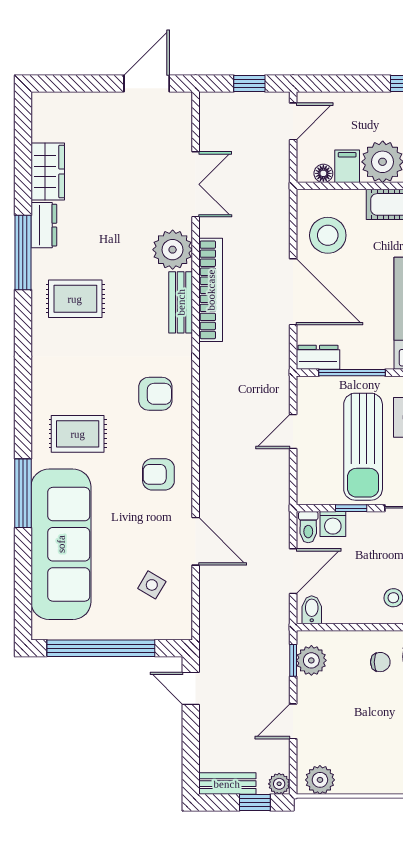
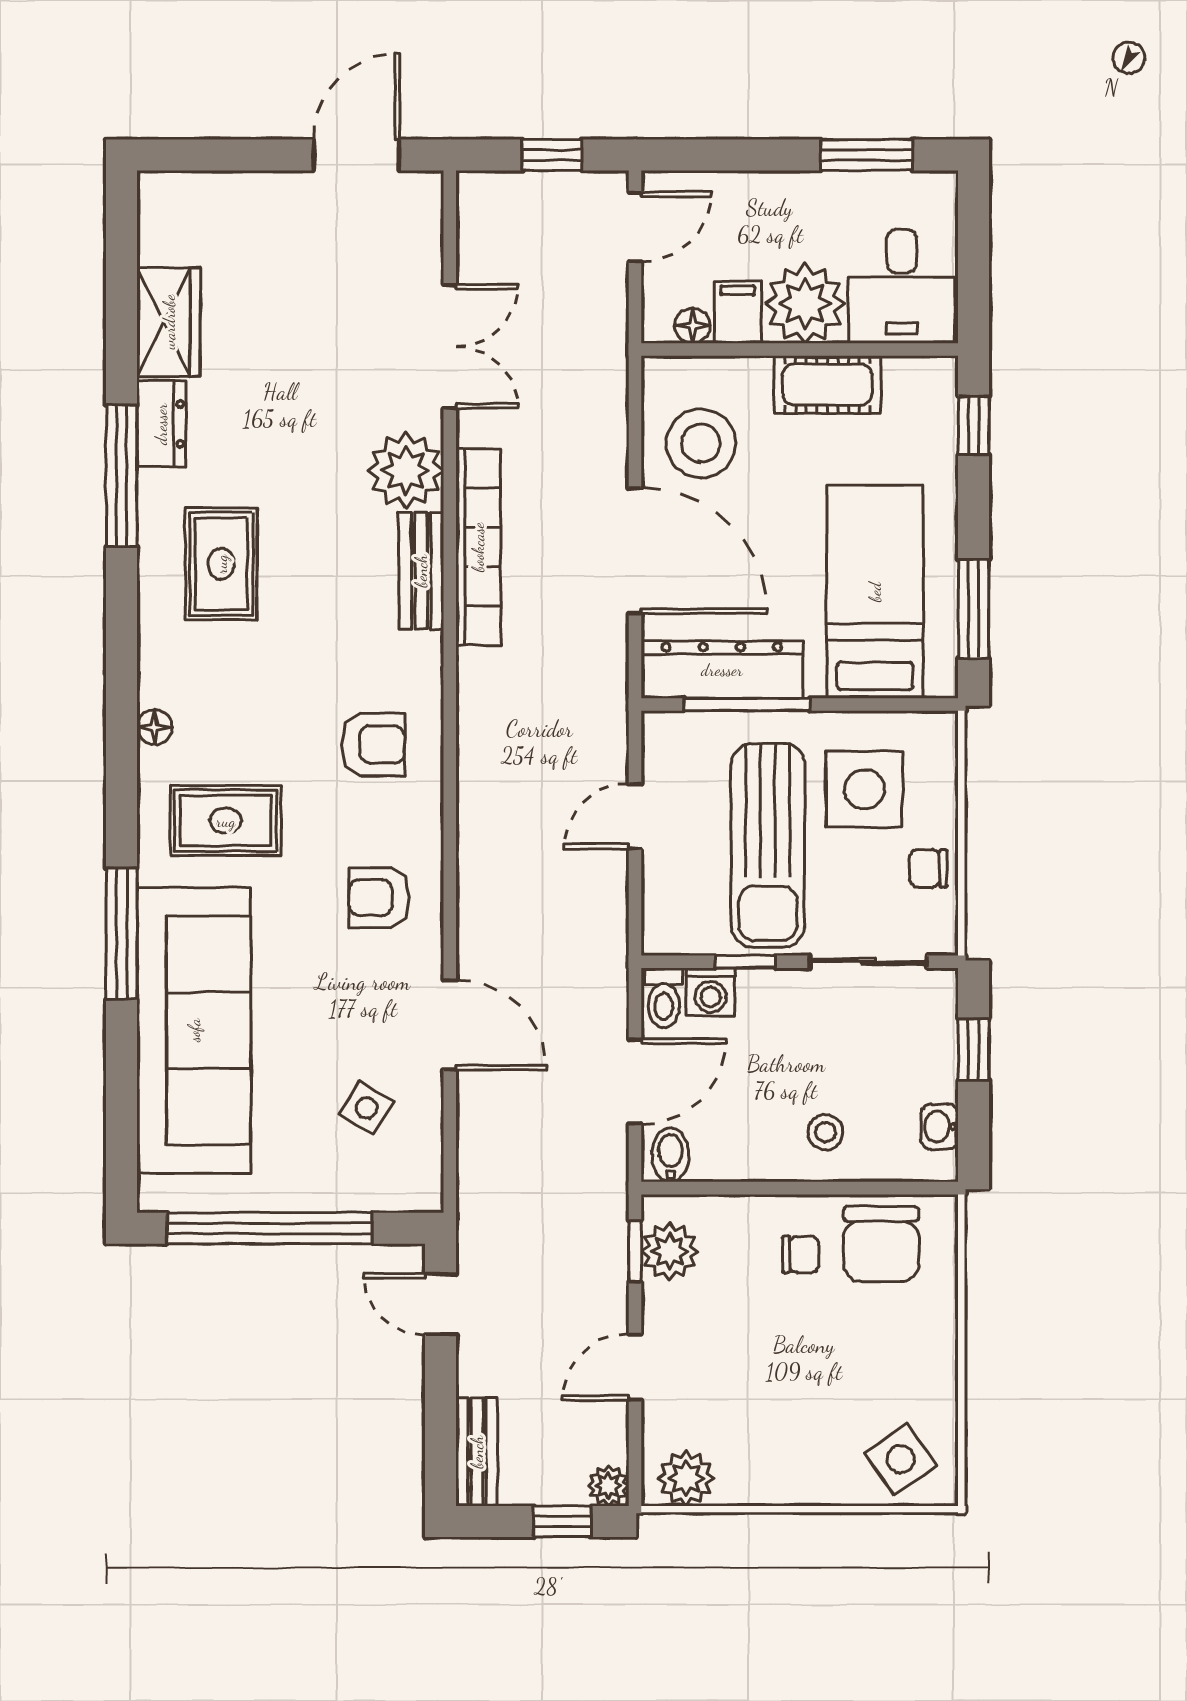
rug: (75, 299) -> (221, 564), turned 90
dresser: (318, 357) -> (722, 670), width x1.96, depth x1.24
floor lamp: (40, 385) -> (154, 727), added
bench: (227, 784) -> (477, 1452), moved, turned 90

